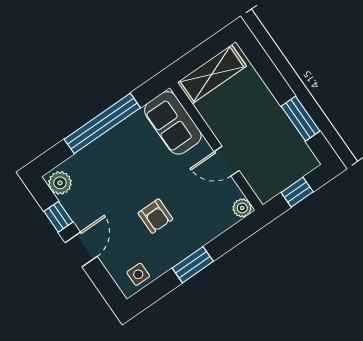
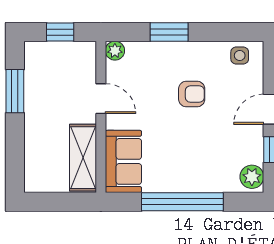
shelving: (212, 74) -> (83, 158), moved, turned 90
armchair: (155, 216) -> (192, 94), turned 90
window: (193, 265) -> (169, 32), moved

